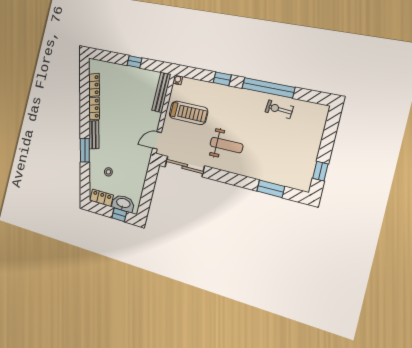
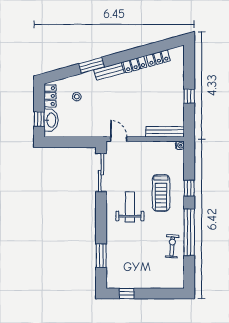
treadmill: (188, 113) -> (161, 193), moved
weight bench: (226, 145) -> (130, 207), turned 180

